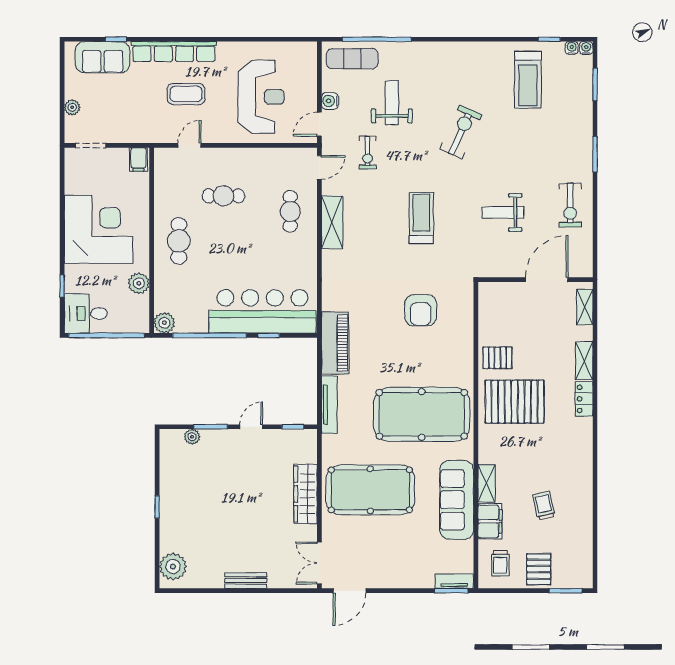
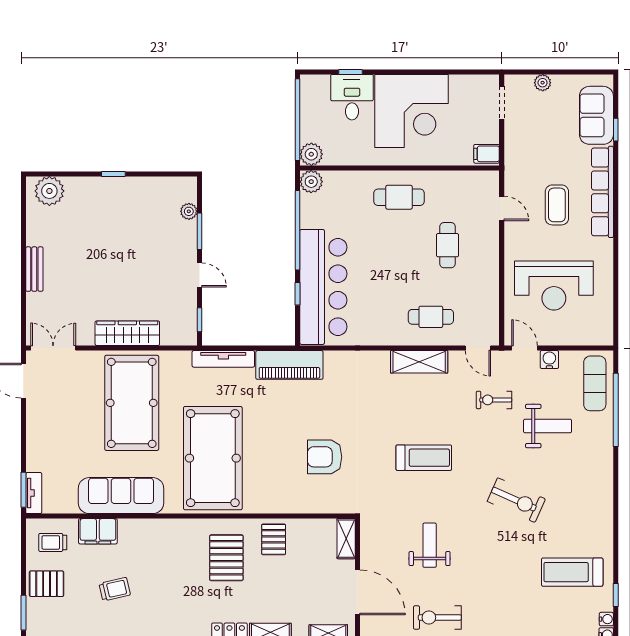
plant: (139, 283) -> (311, 154), moved
desk: (86, 313) -> (352, 97), moved
pallet: (515, 402) -> (226, 558), width x0.73, depth x0.71
shelving: (486, 483) -> (346, 539), moved, turned 90

